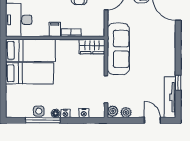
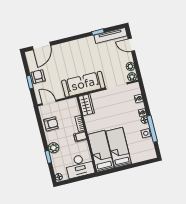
door: (152, 120) -> (131, 45), hinge flipped

